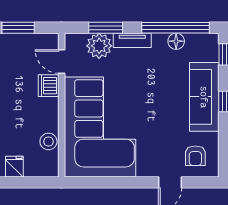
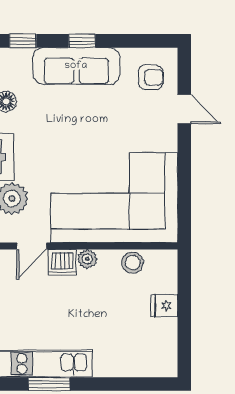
plant: (51, 106) -> (87, 259), added

